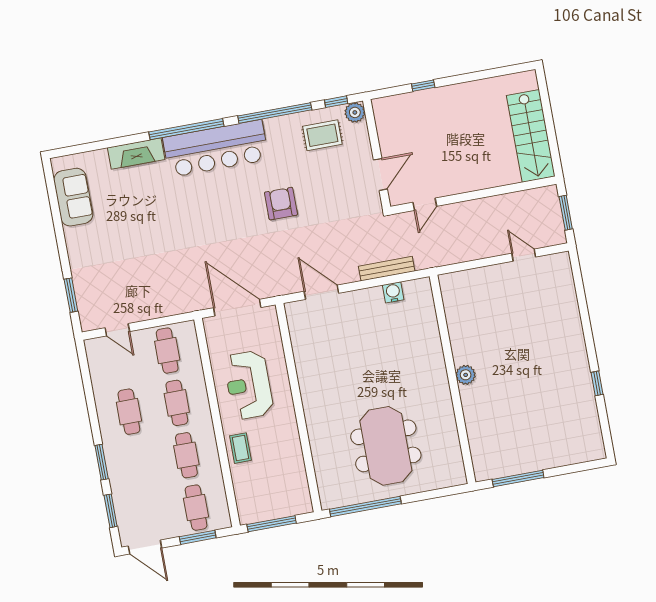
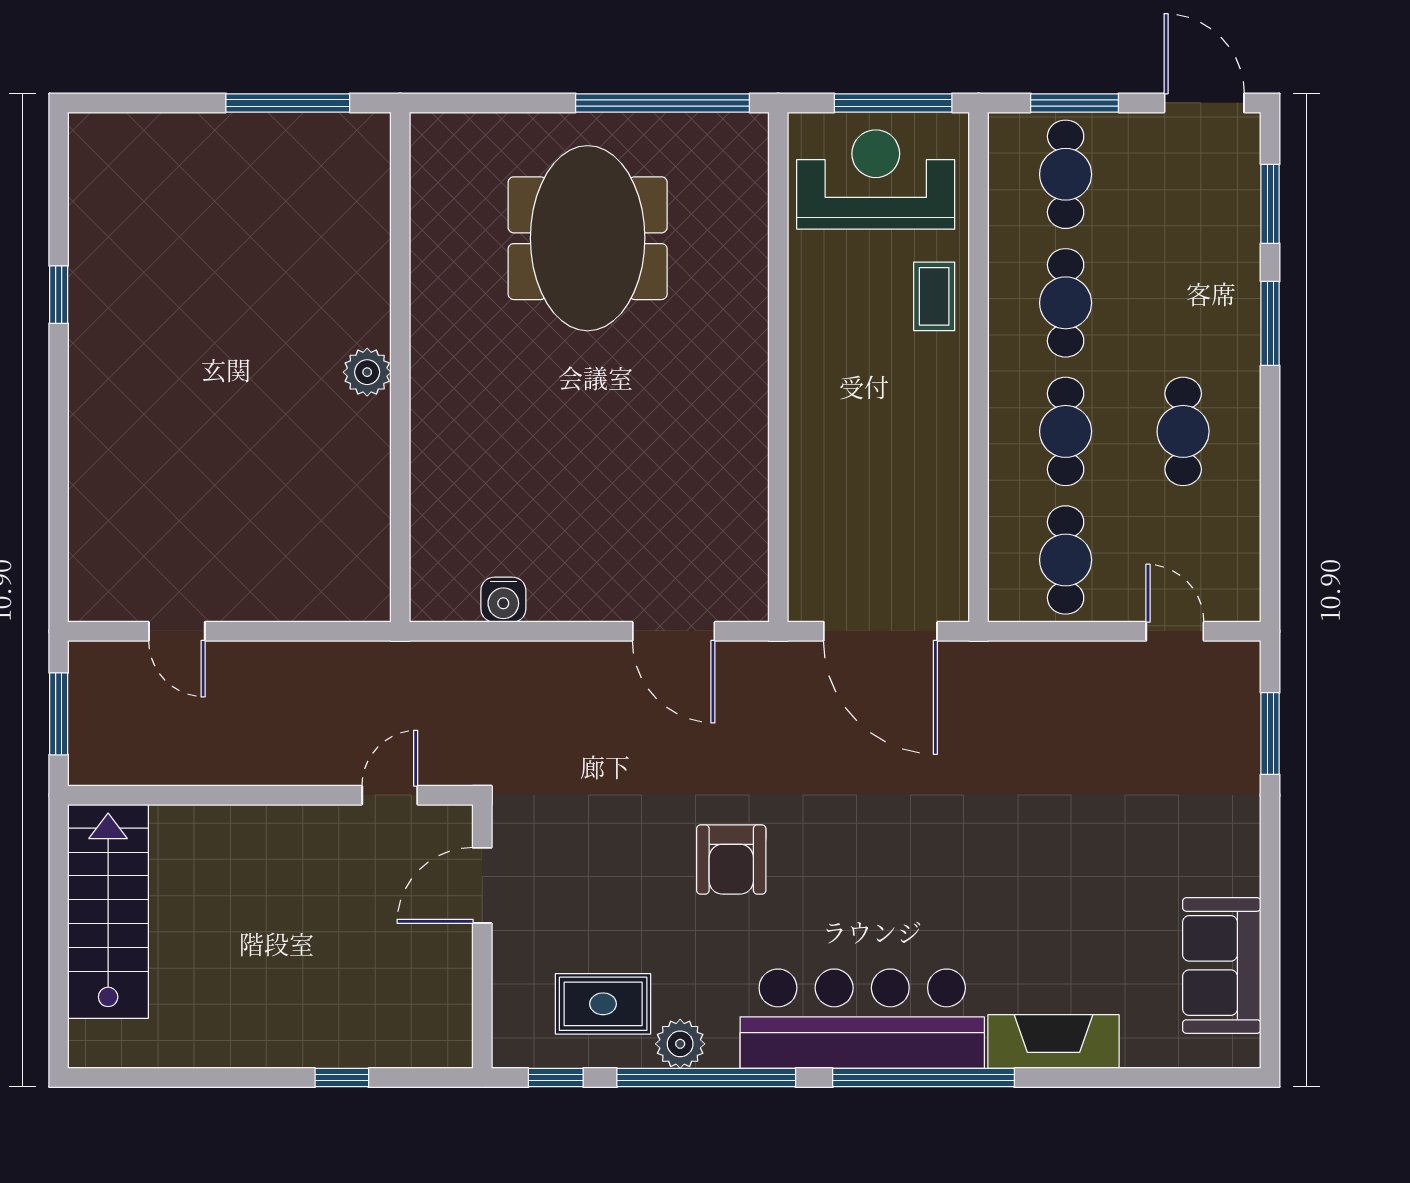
plant: (355, 112) -> (680, 1044), moved
bench: (387, 269) -> (509, 659), removed
reception desk: (249, 385) -> (876, 180), moved, turned -90

